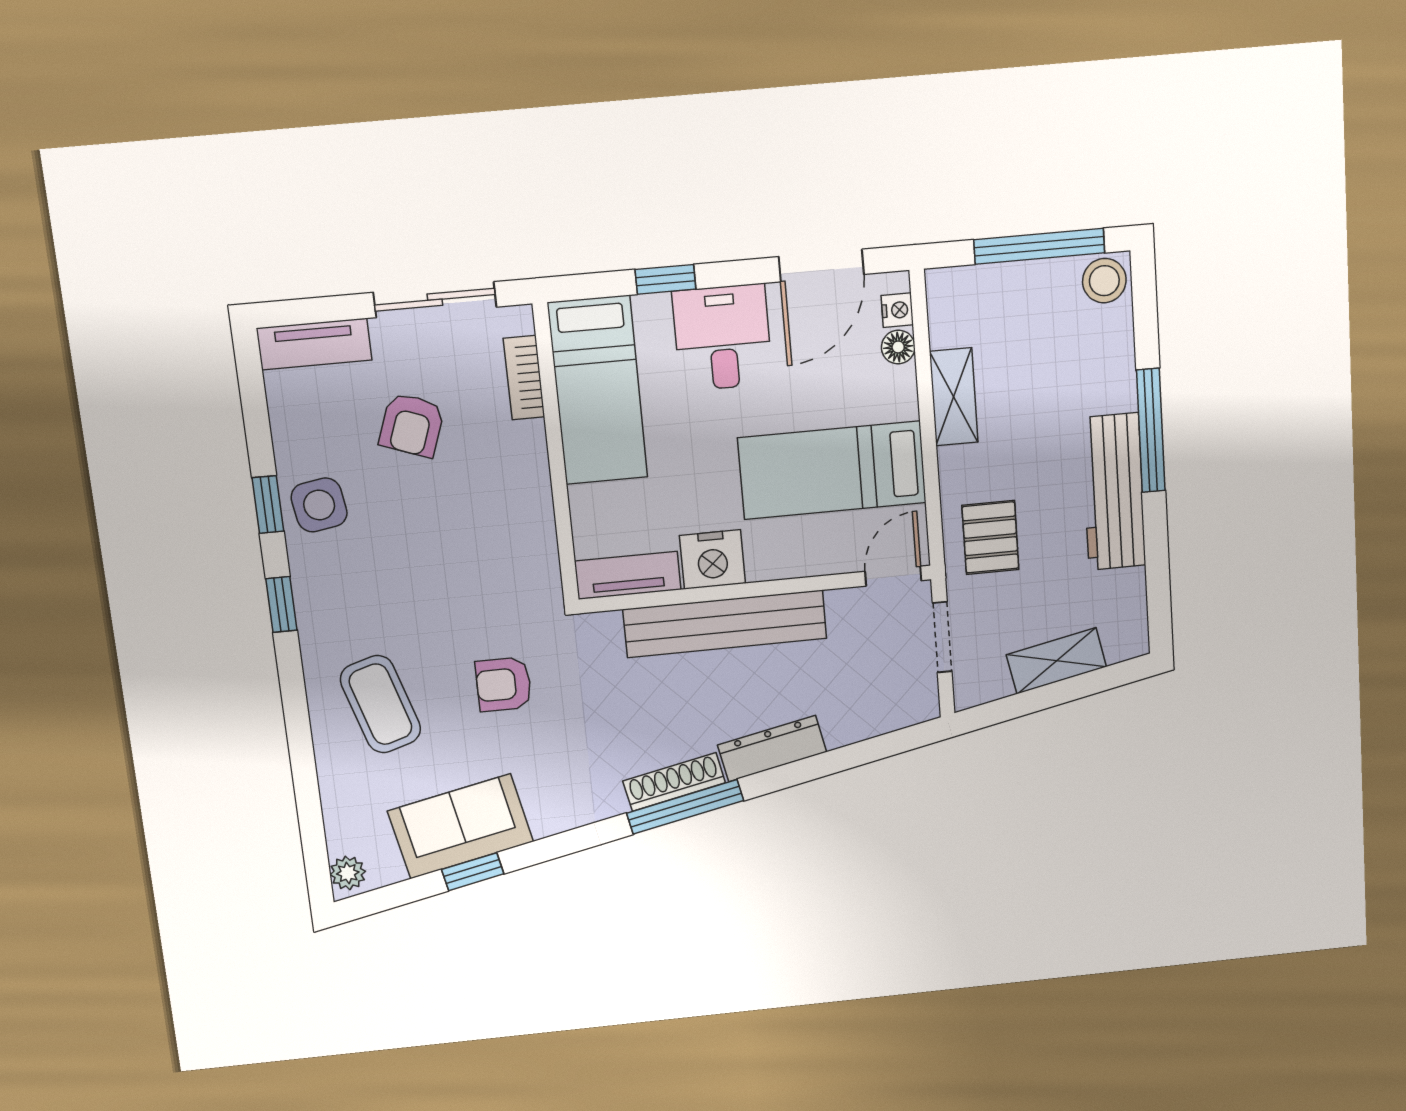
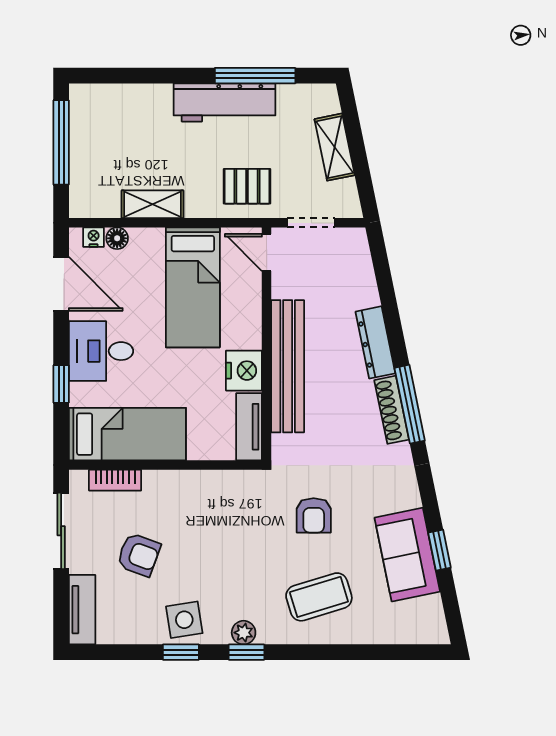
stool: (1104, 281) -> (87, 101), removed
window: (1151, 430) -> (255, 76), moved
plant: (348, 873) -> (244, 633), moved

